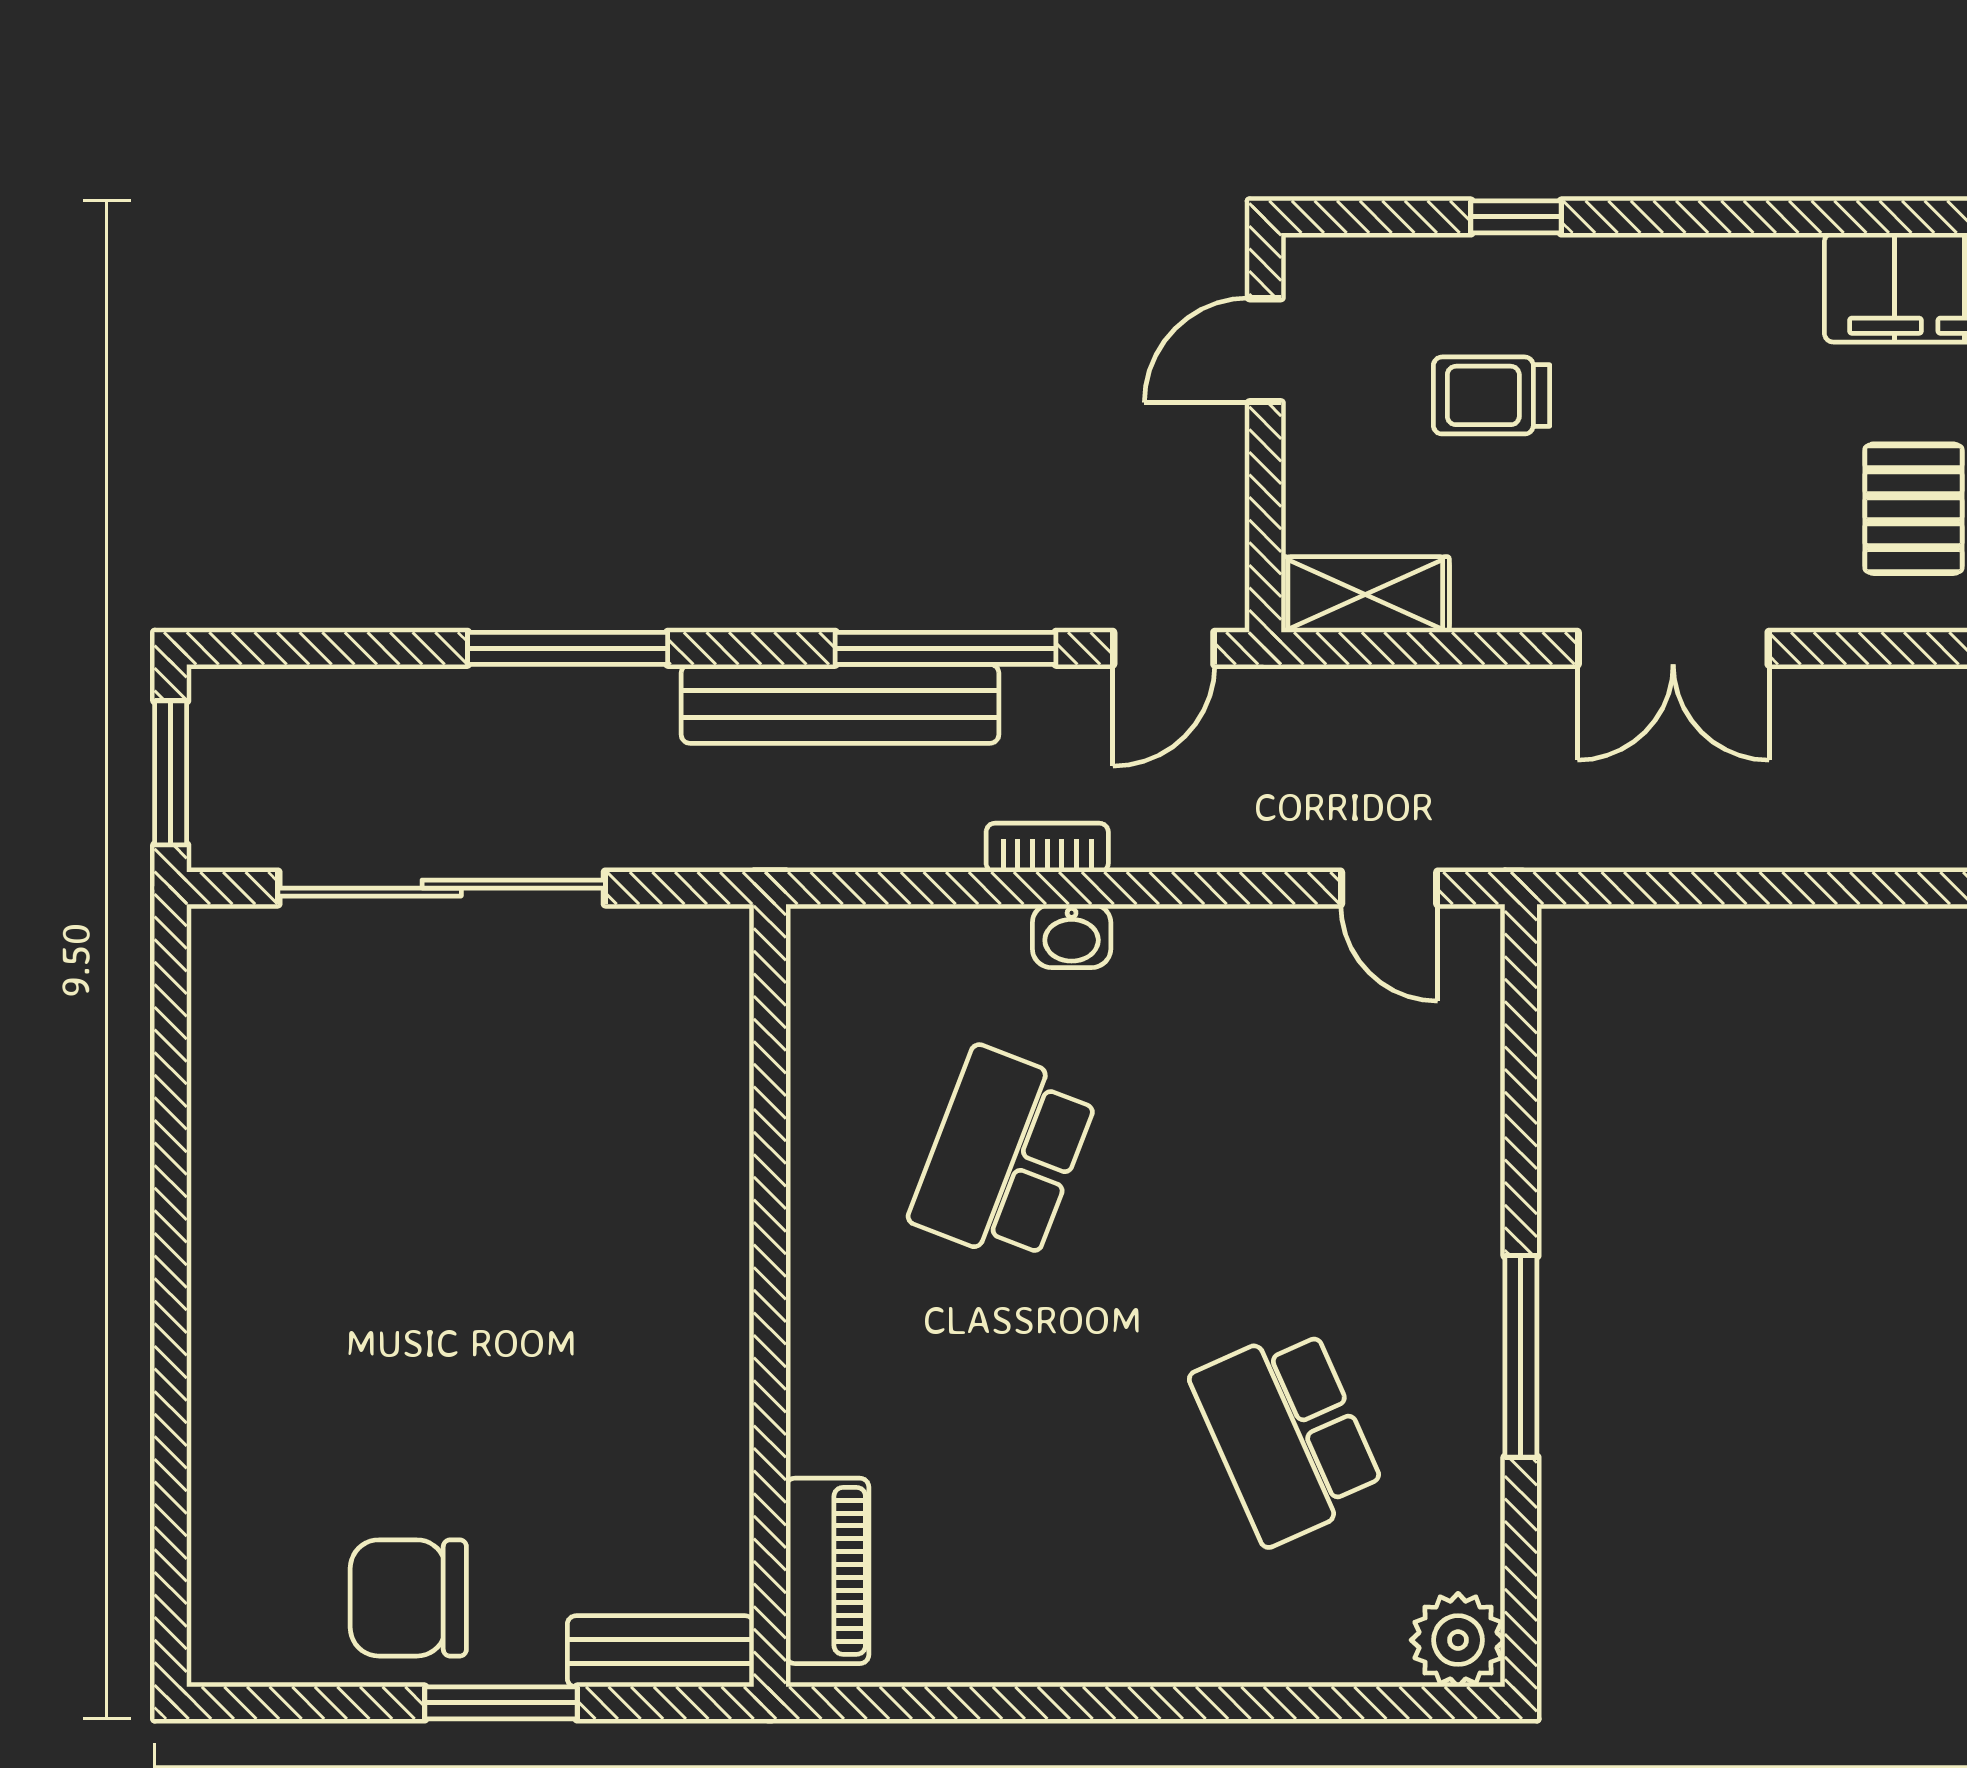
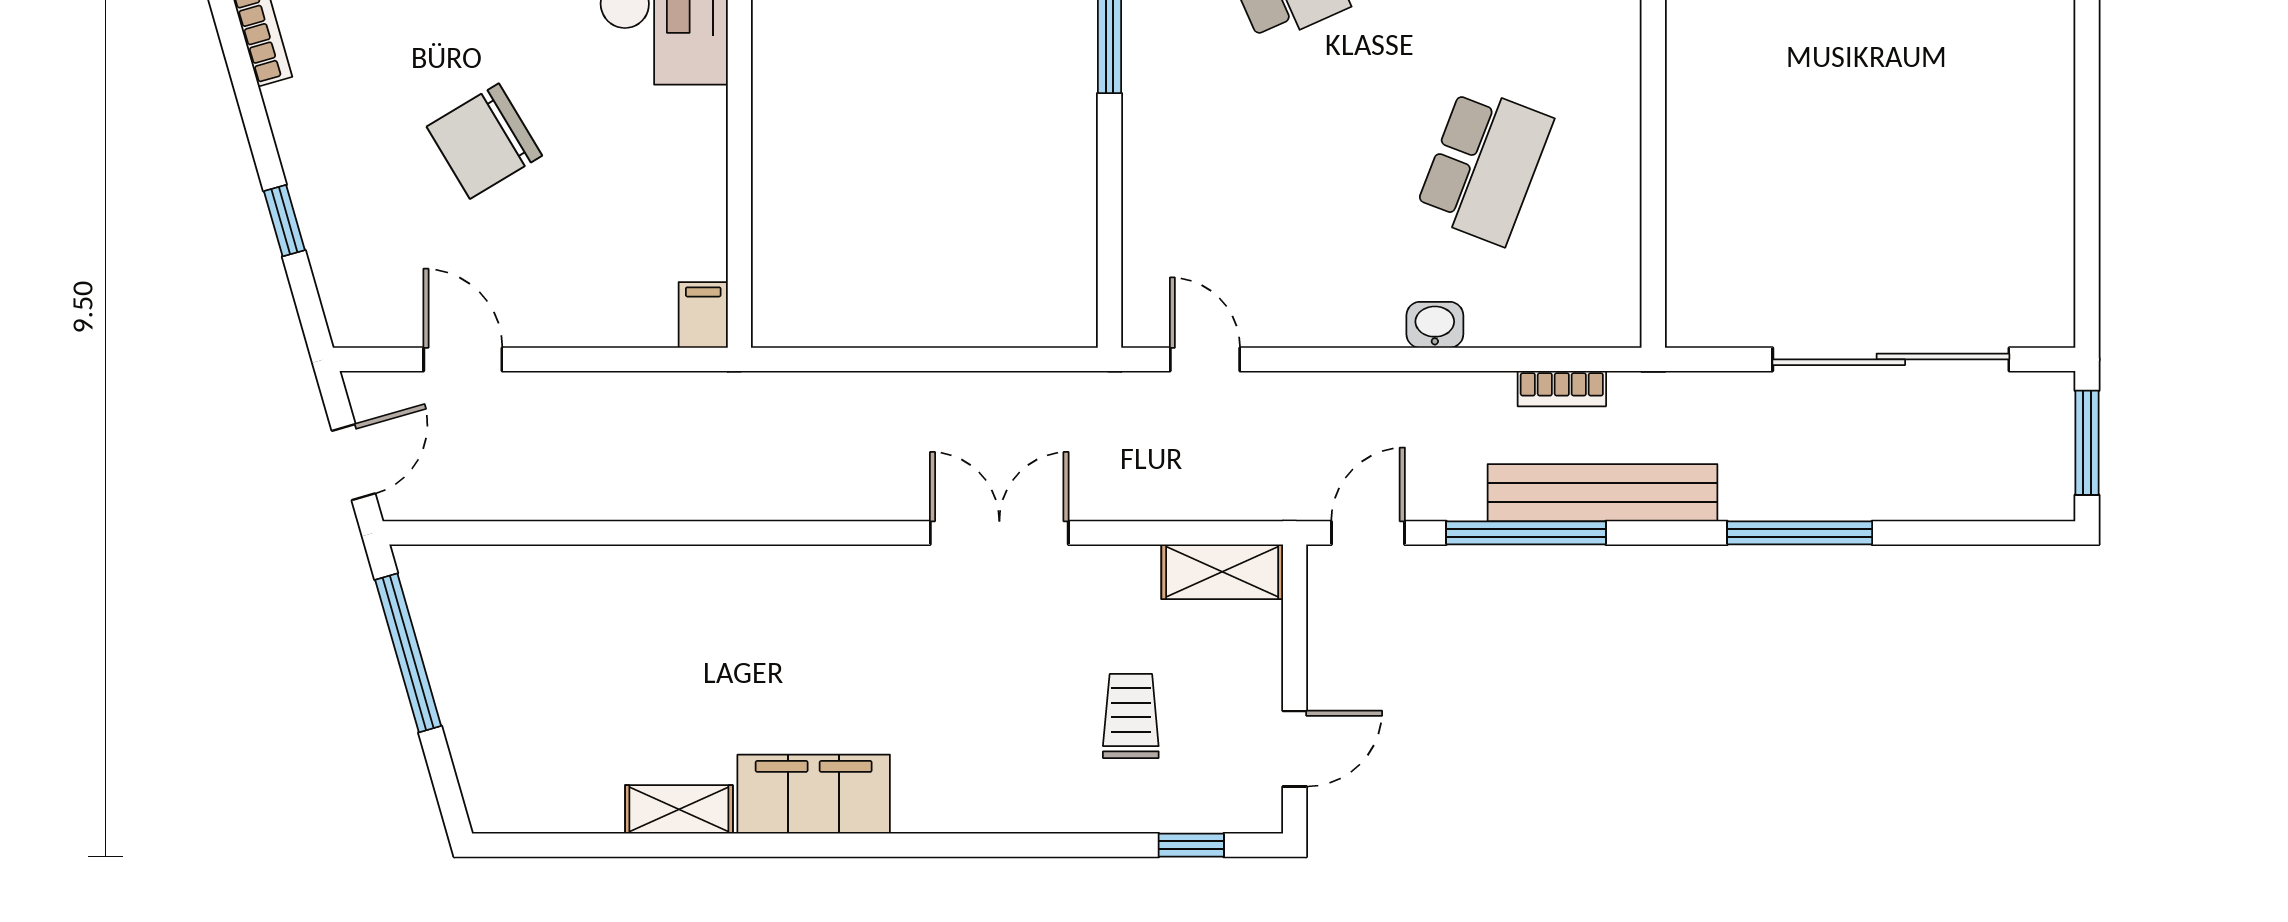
window: (1516, 217) -> (1191, 845), moved
trolley: (1491, 395) -> (1131, 716), turned -90
pallet: (1913, 509) -> (825, 634), removed
bookcase: (1047, 848) -> (1562, 389), moved

